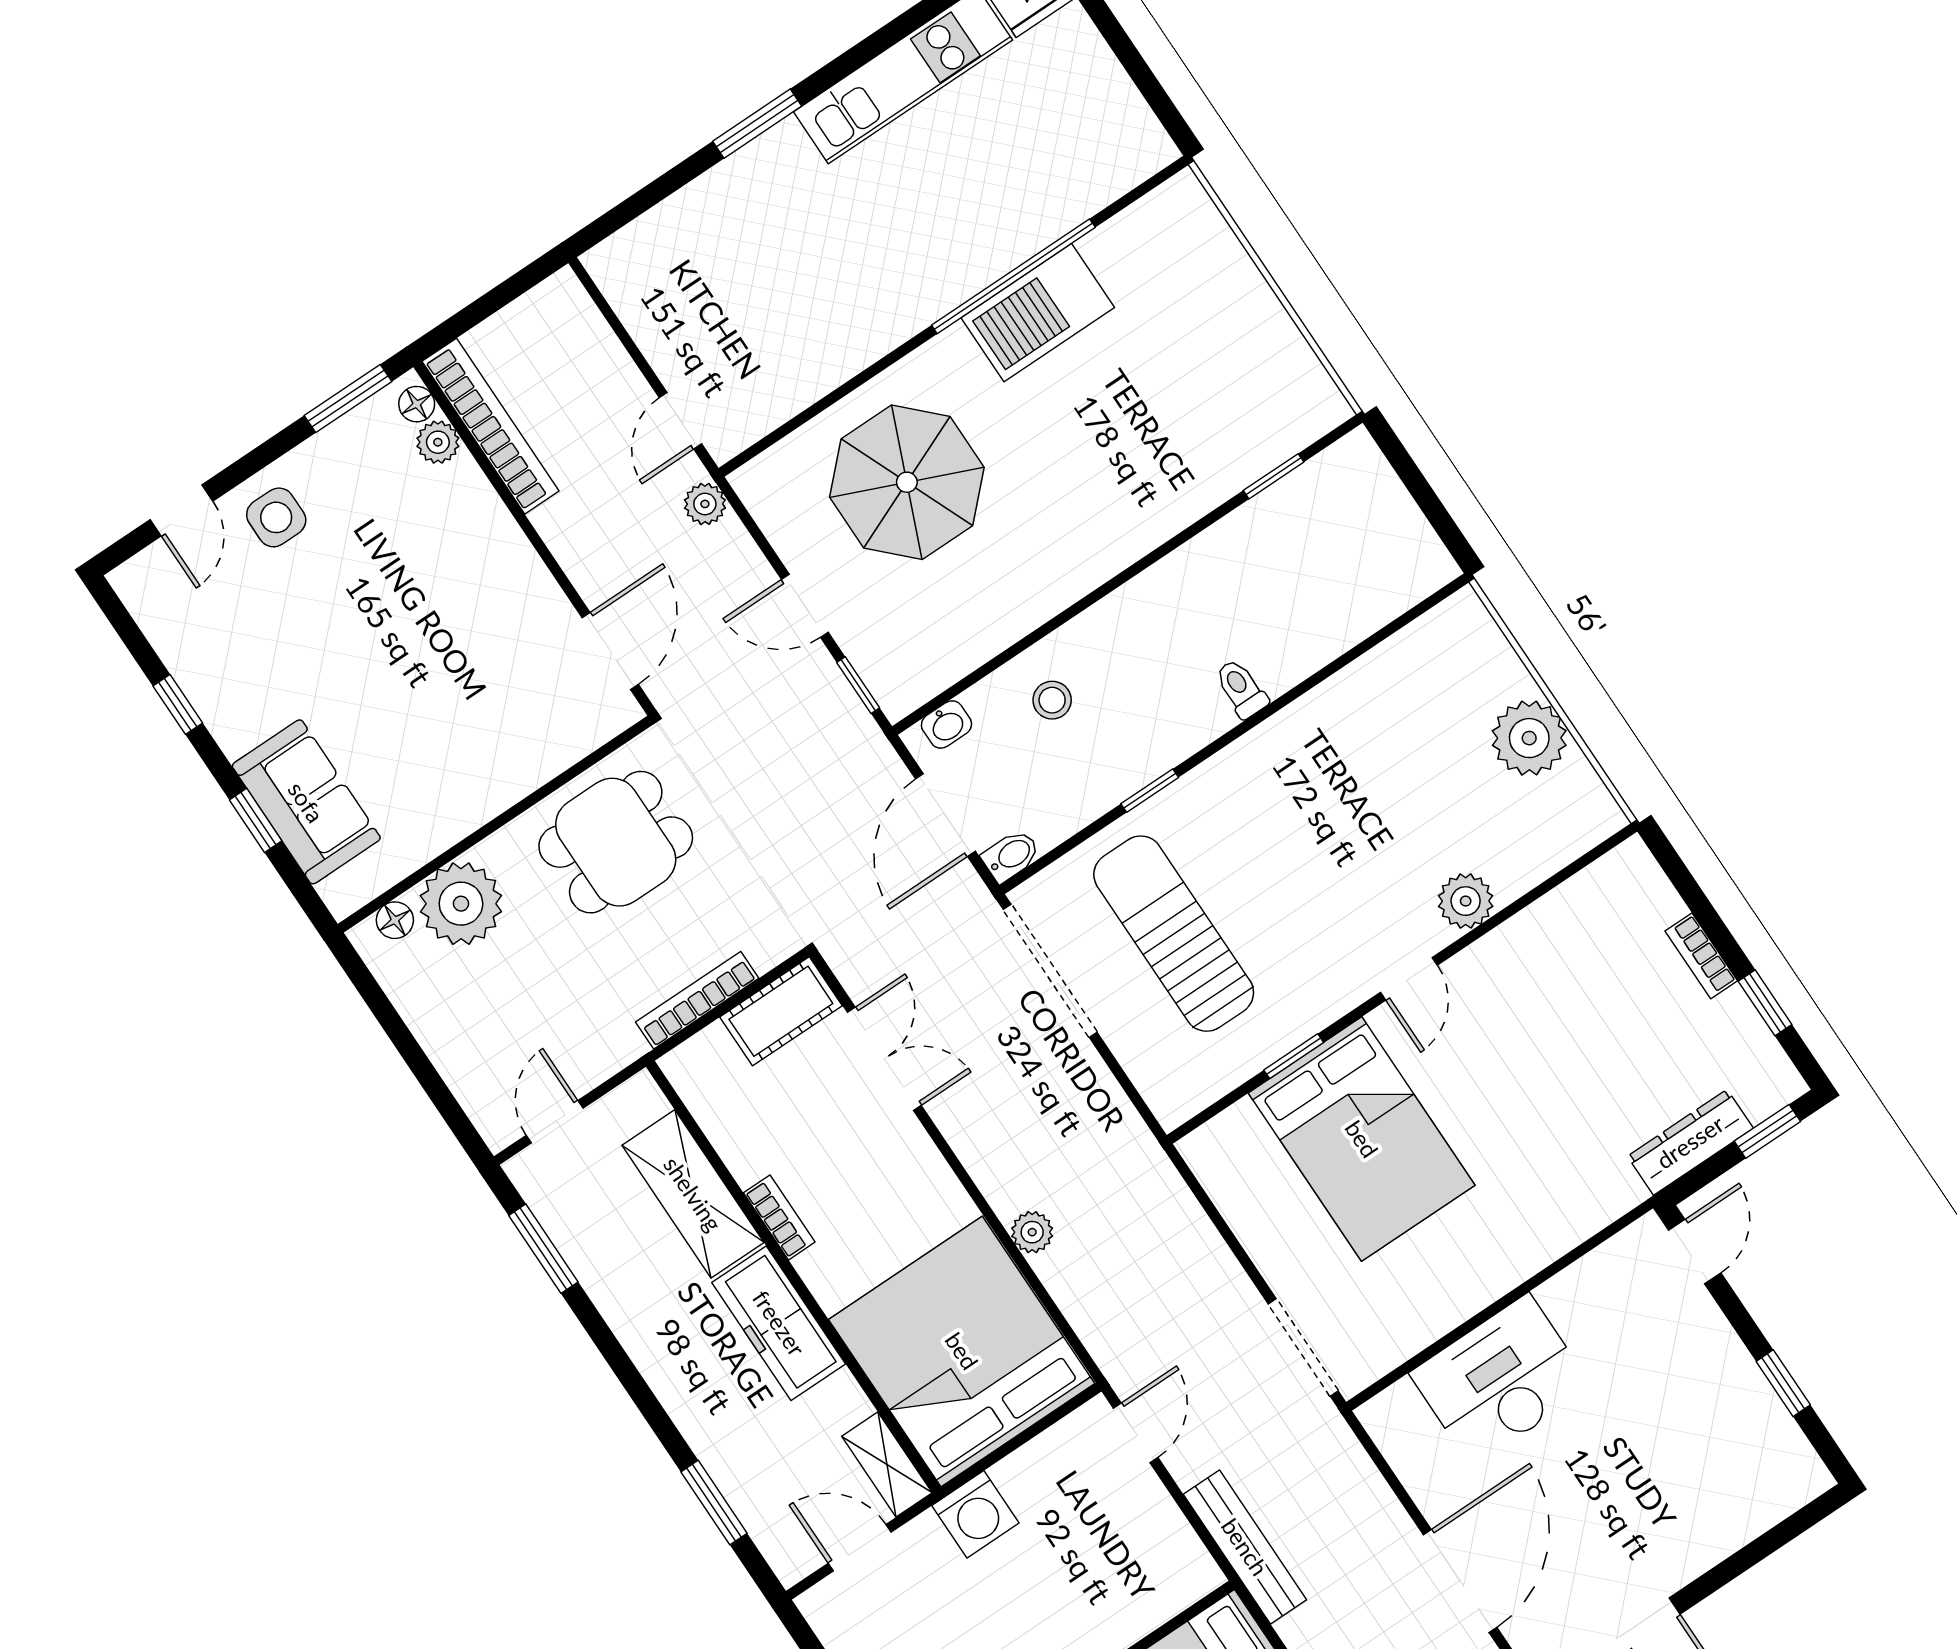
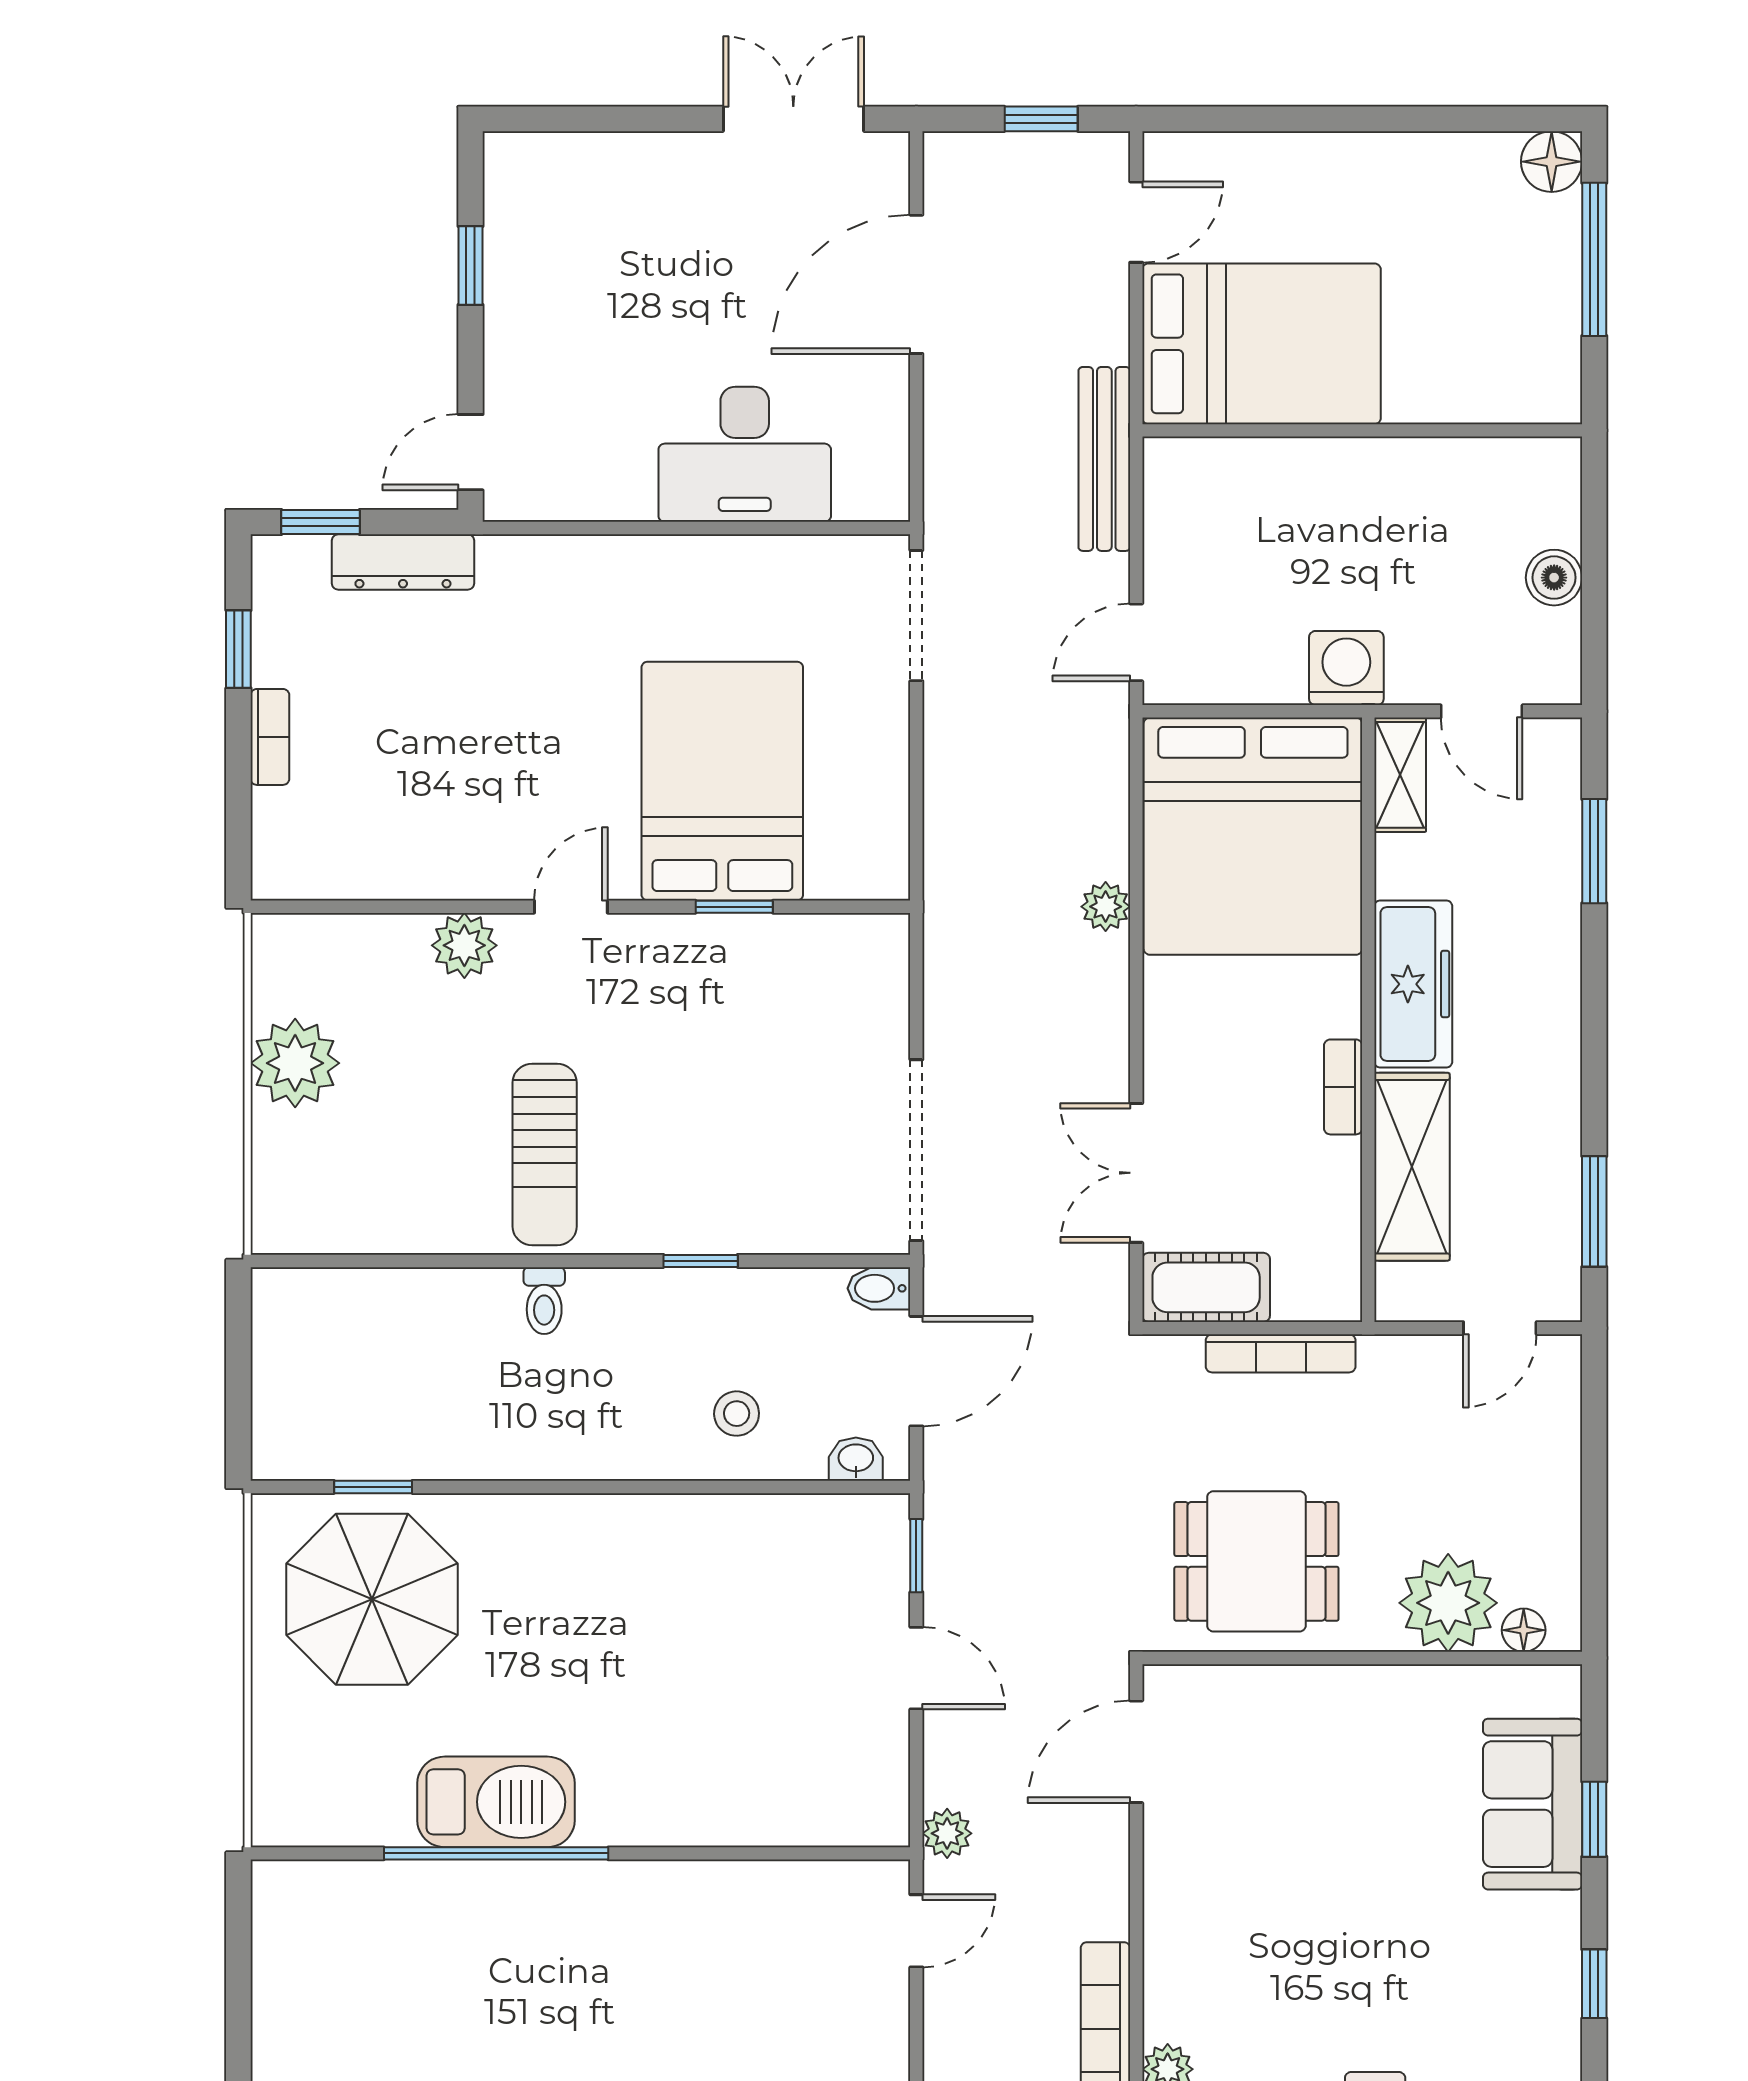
parasol: (907, 482) -> (372, 1599), moved
sun lounger: (1174, 934) -> (545, 1155), moved, width x0.73, depth x0.75

